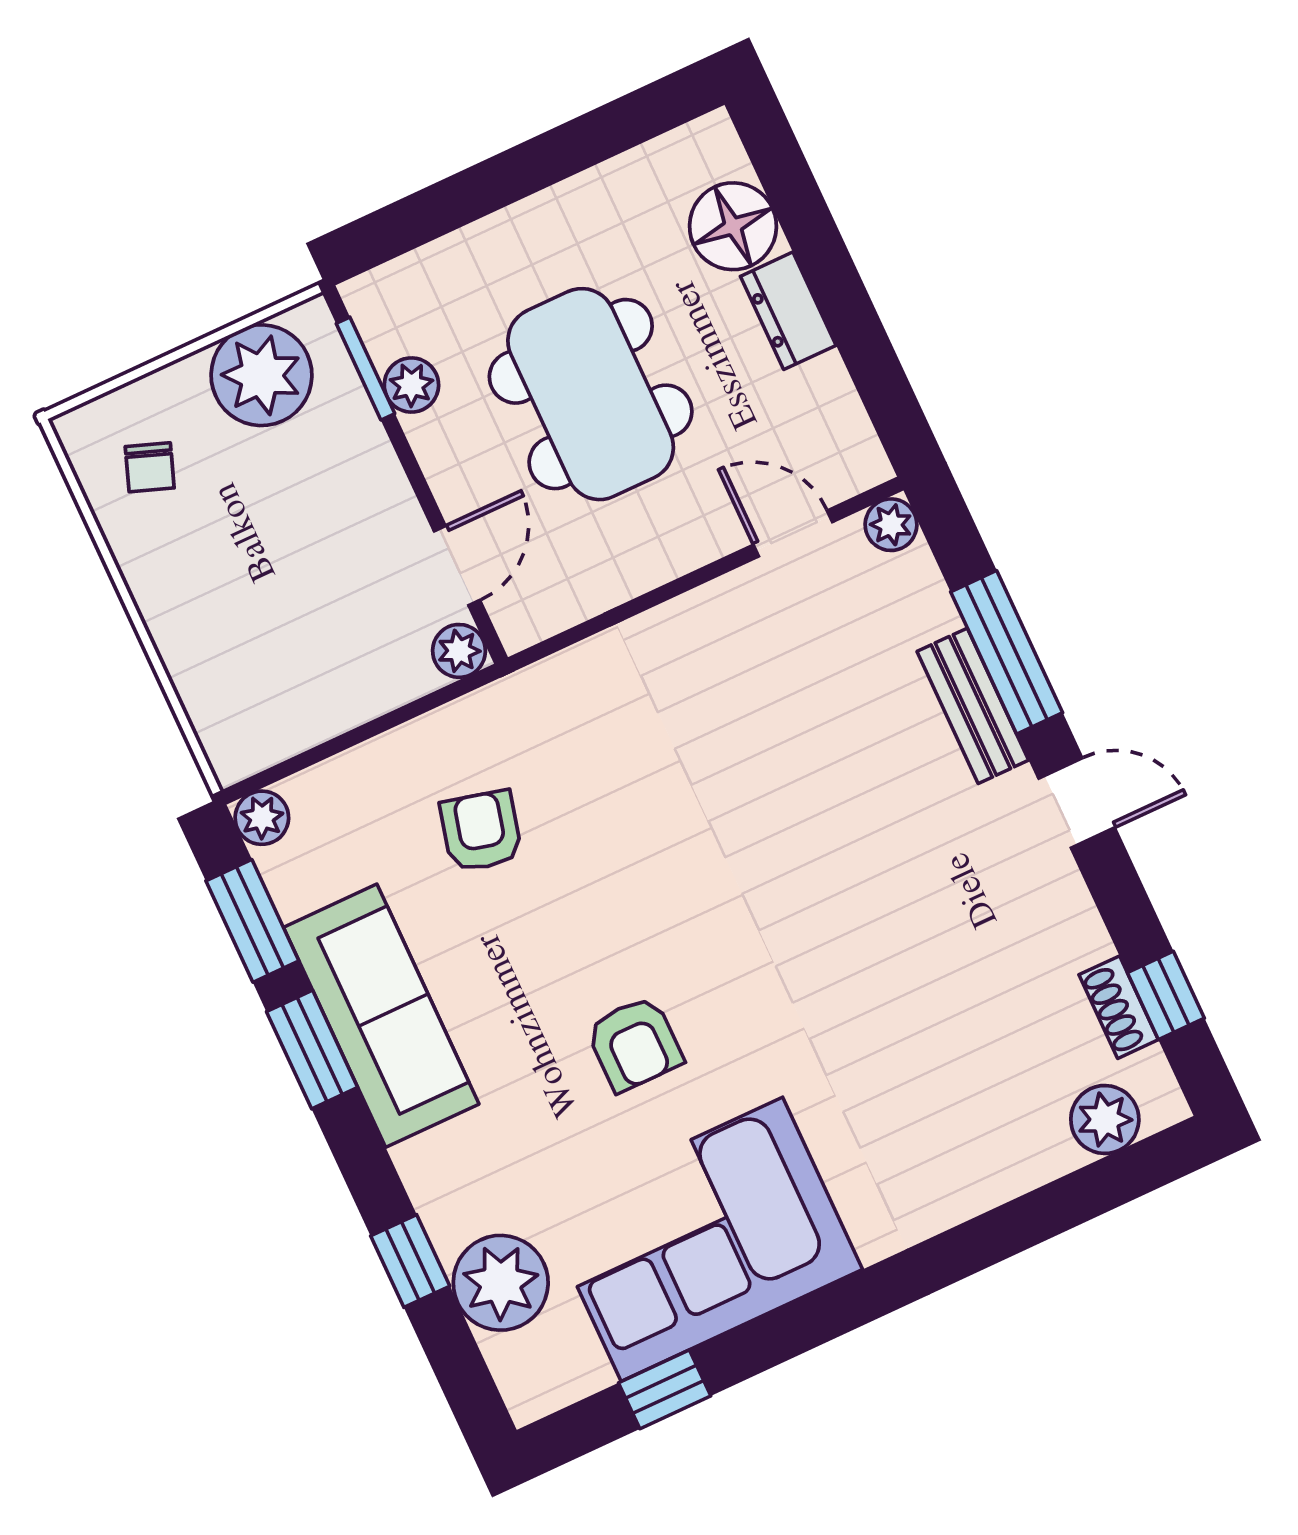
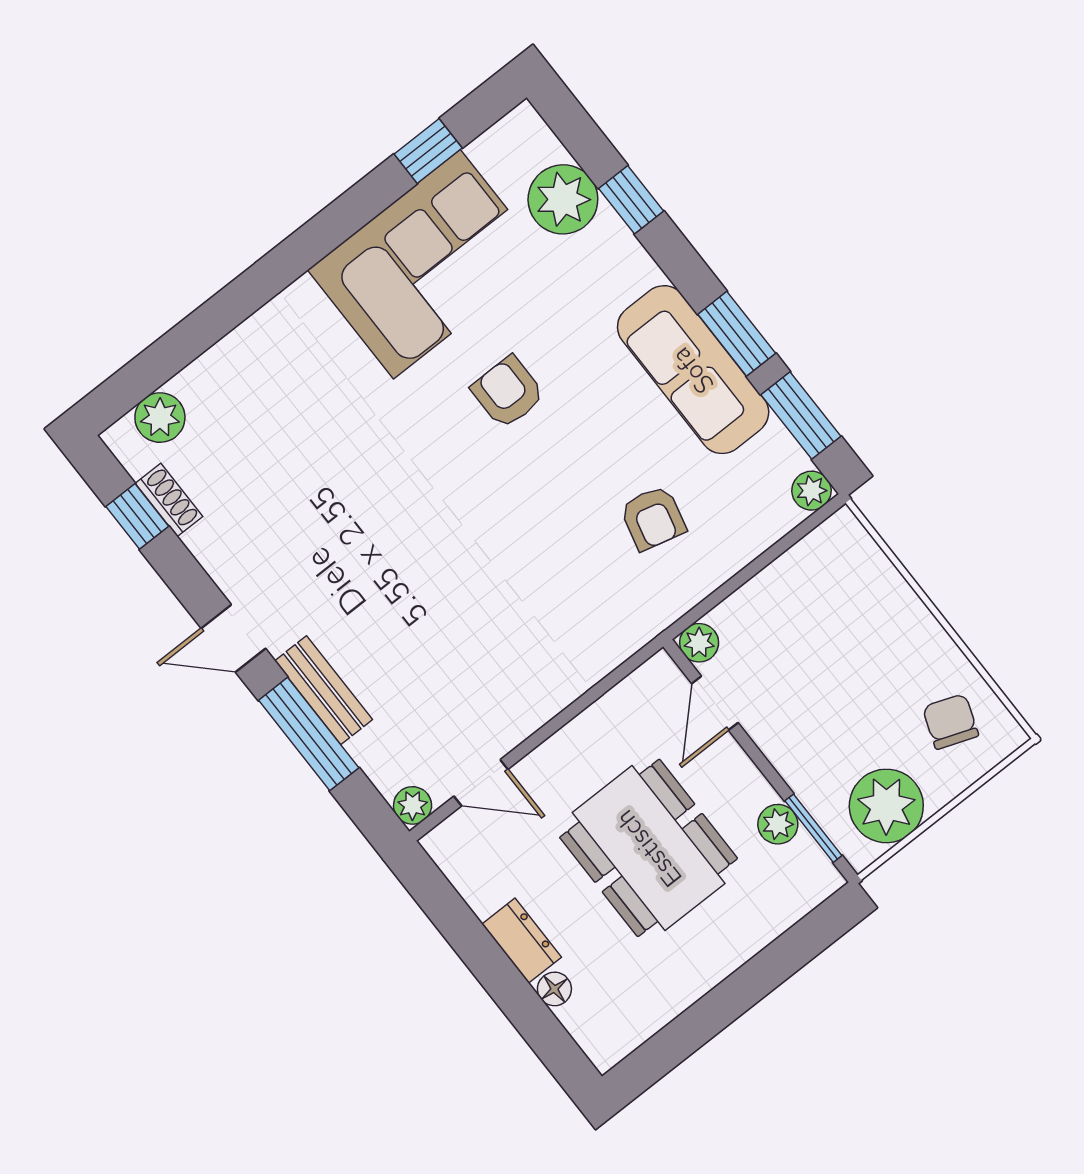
floor lamp: (733, 226) -> (554, 989), width x0.53, depth x0.53
chair: (150, 467) -> (951, 721), width x1.37, depth x1.37

